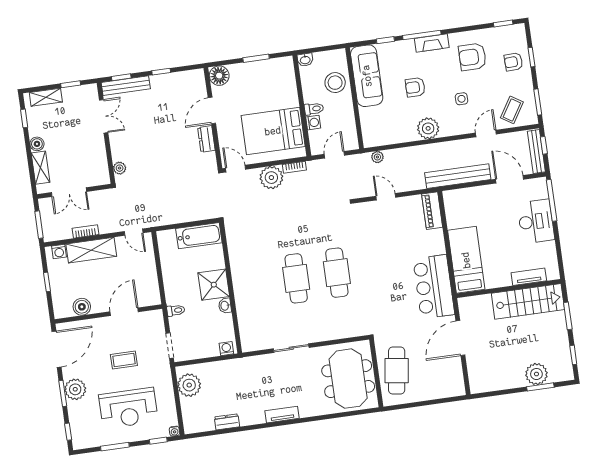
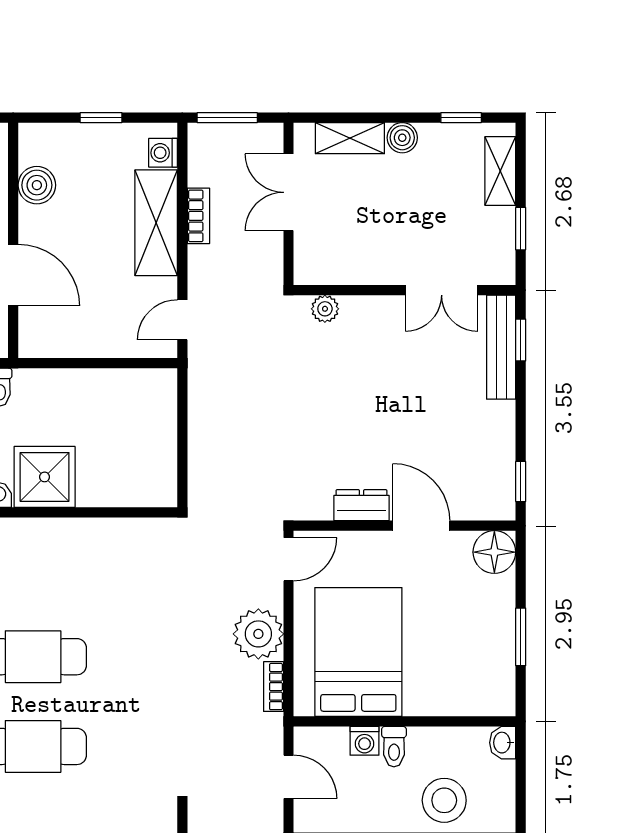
window: (161, 72) -> (521, 481), moved
bathtub: (199, 236) -> (155, 460), removed

